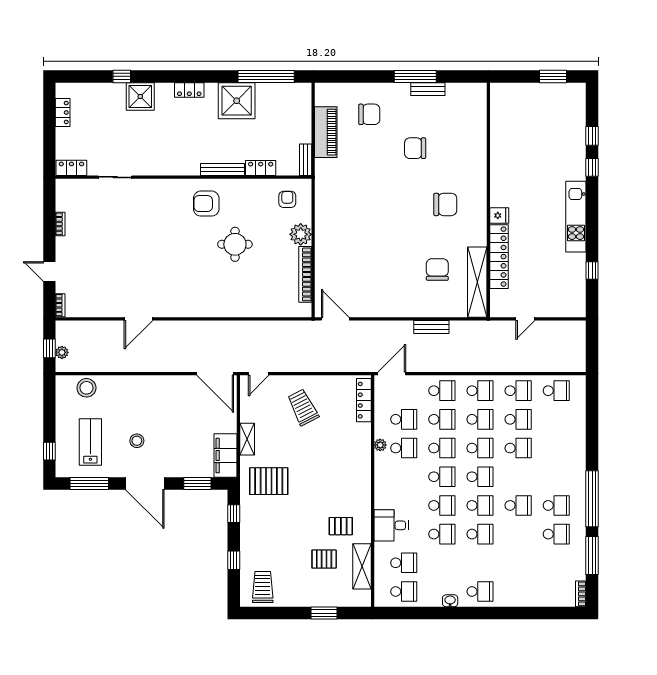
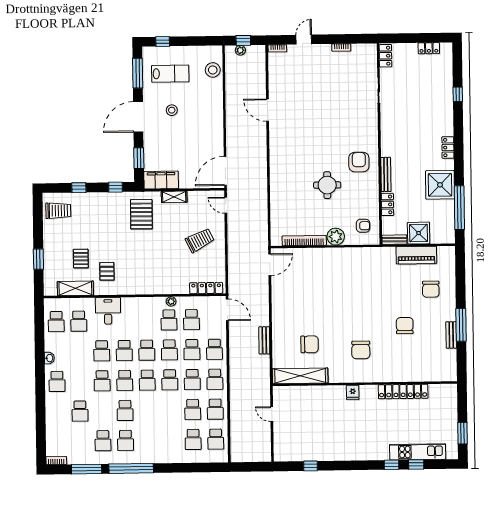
shower: (140, 96) -> (419, 233), moved
kitchen unit: (576, 217) -> (418, 452), moved
locker: (499, 257) -> (403, 392), moved
school desk: (518, 448) -> (193, 439), moved
school desk: (518, 563) -> (80, 411), added

